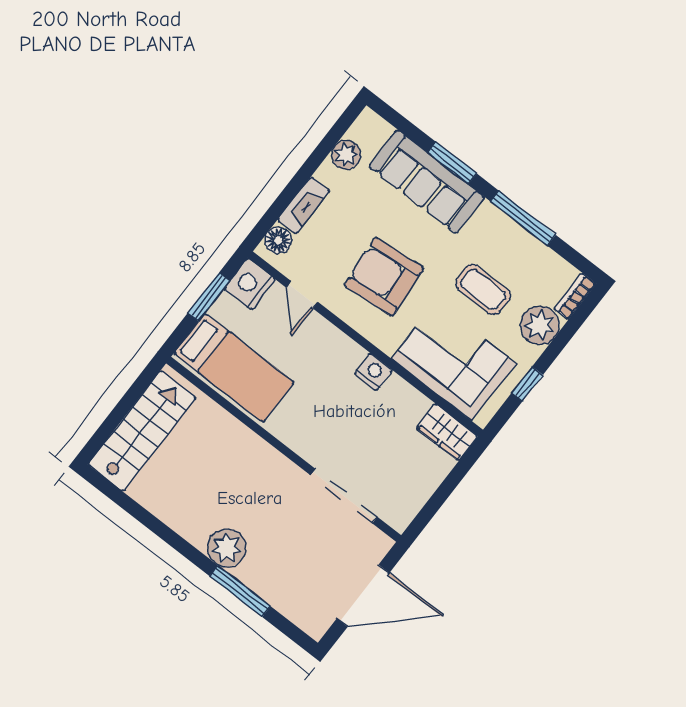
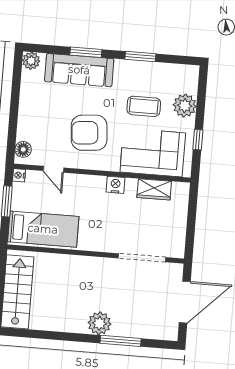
plant: (346, 155) -> (31, 61), moved
fireplace: (304, 205) -> (24, 123), removed
window: (523, 218) -> (140, 57), width x0.69
nightstand: (250, 284) -> (19, 175), width x0.53, depth x0.56
bookcase: (575, 296) -> (193, 79), removed
wardrobe: (447, 432) -> (154, 189), moved

